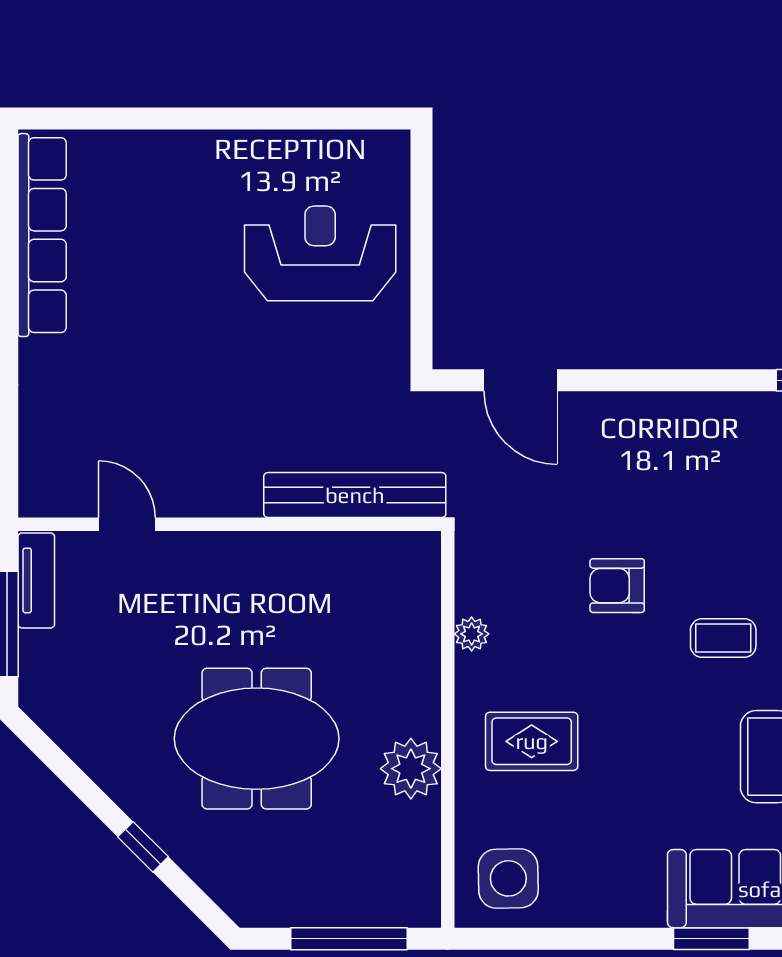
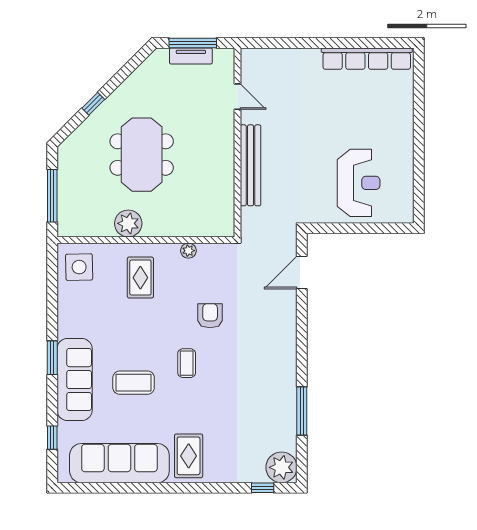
bench: (355, 495) -> (251, 165), moved
door: (127, 524) -> (237, 97), hinge flipped
tv unit: (36, 580) -> (191, 56), moved

